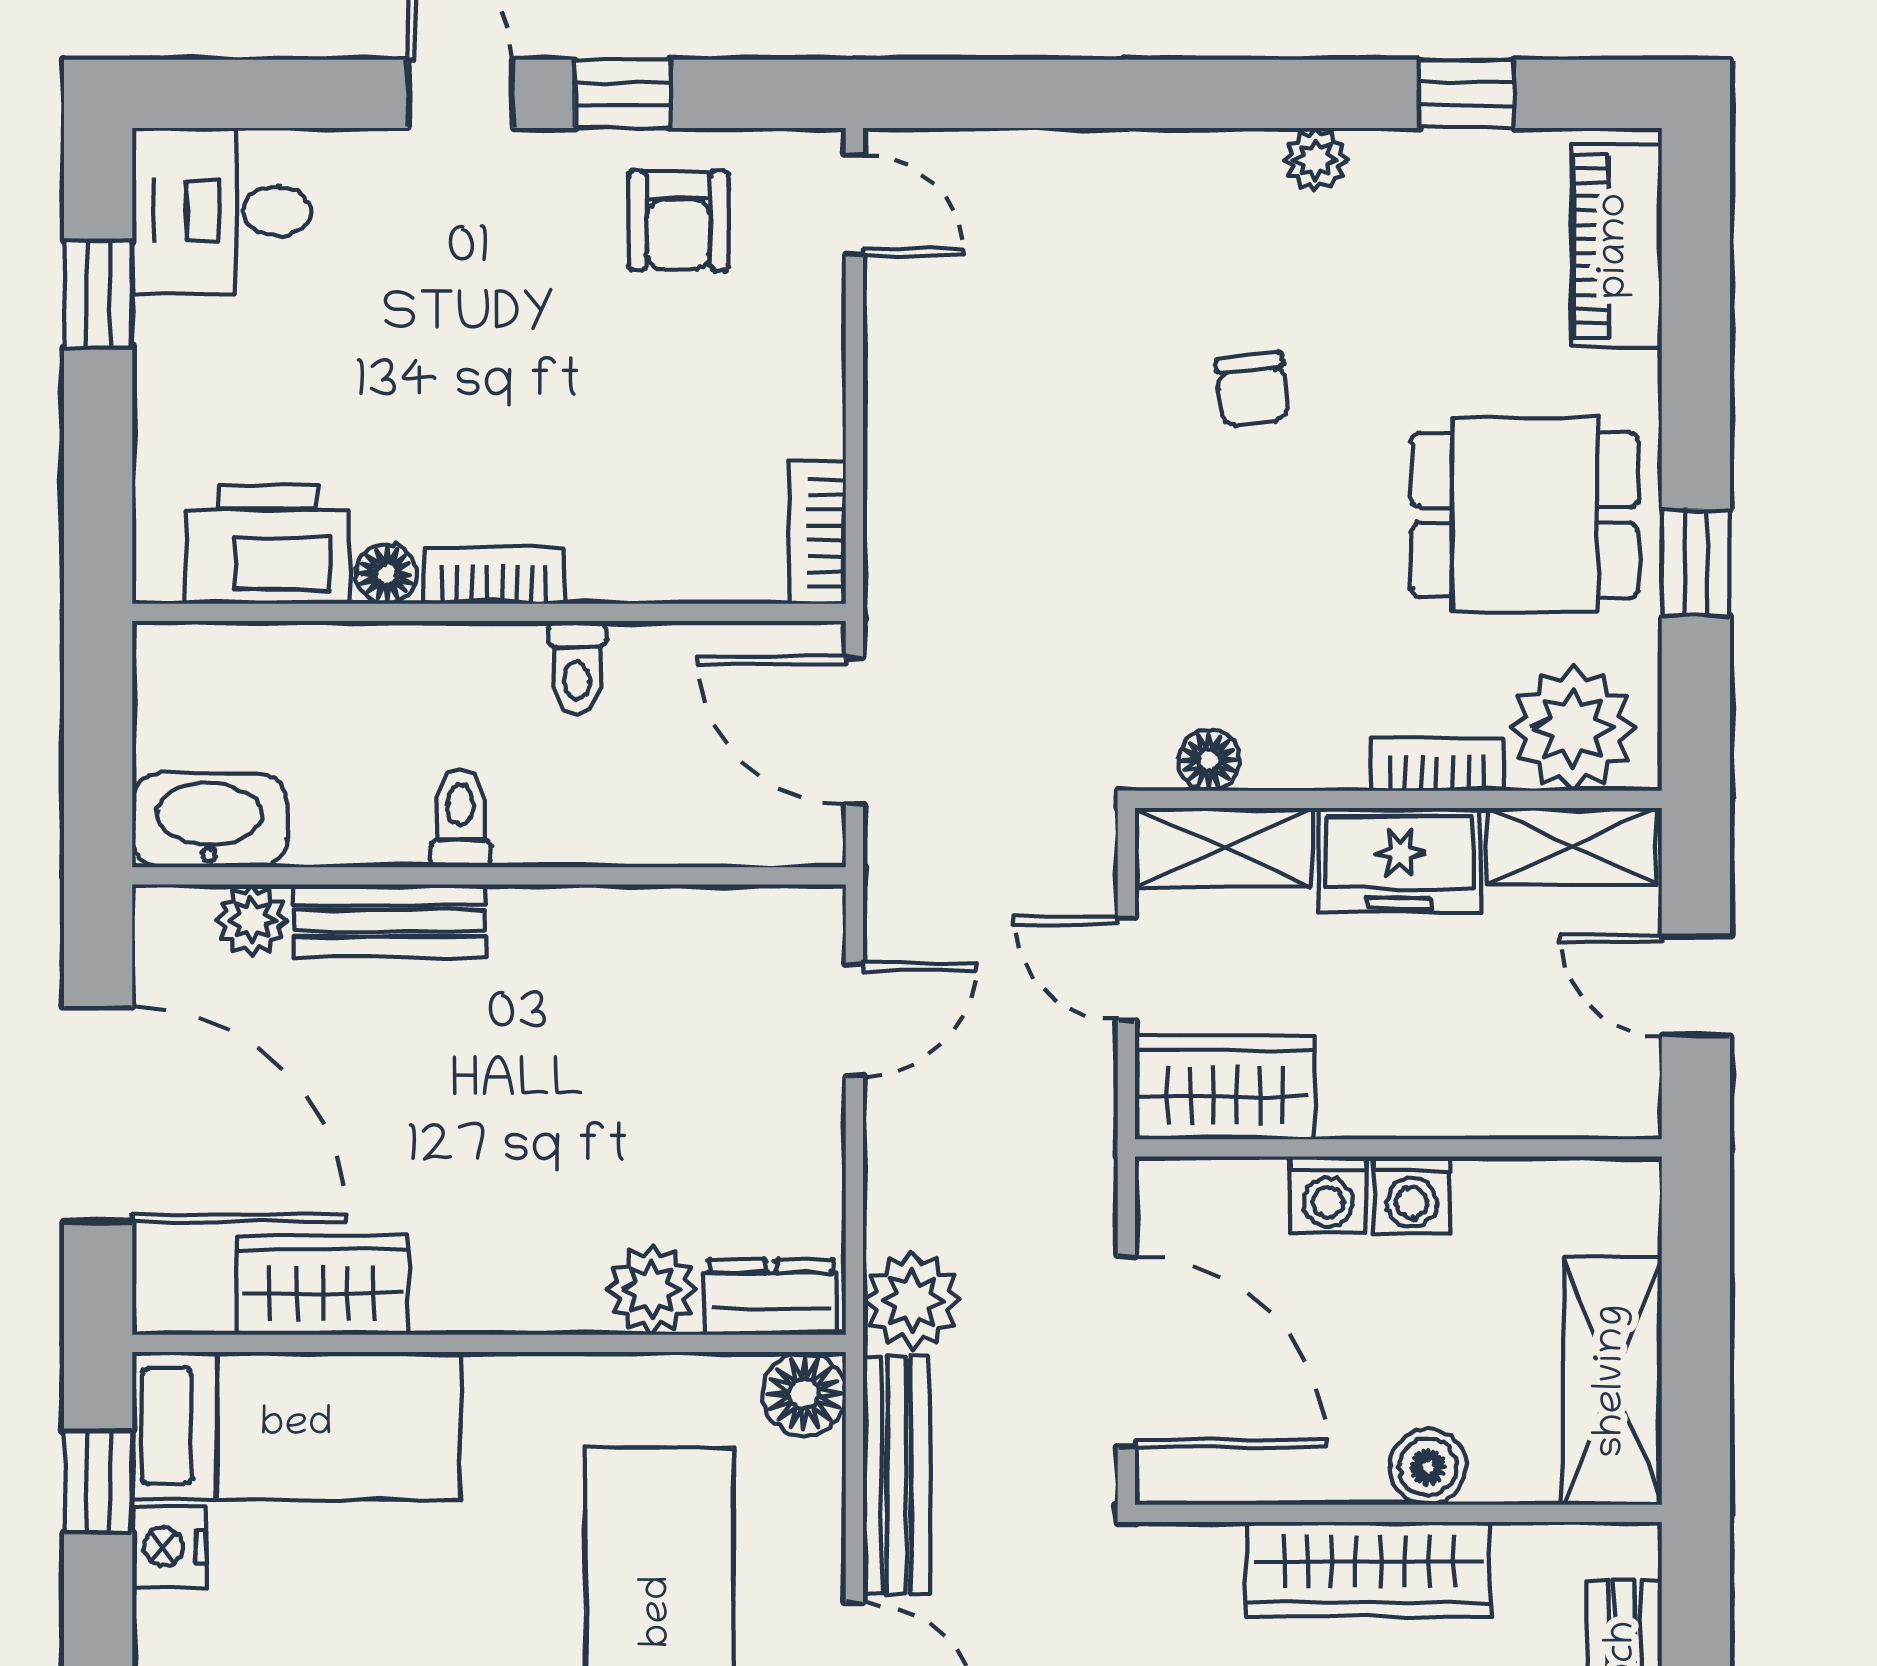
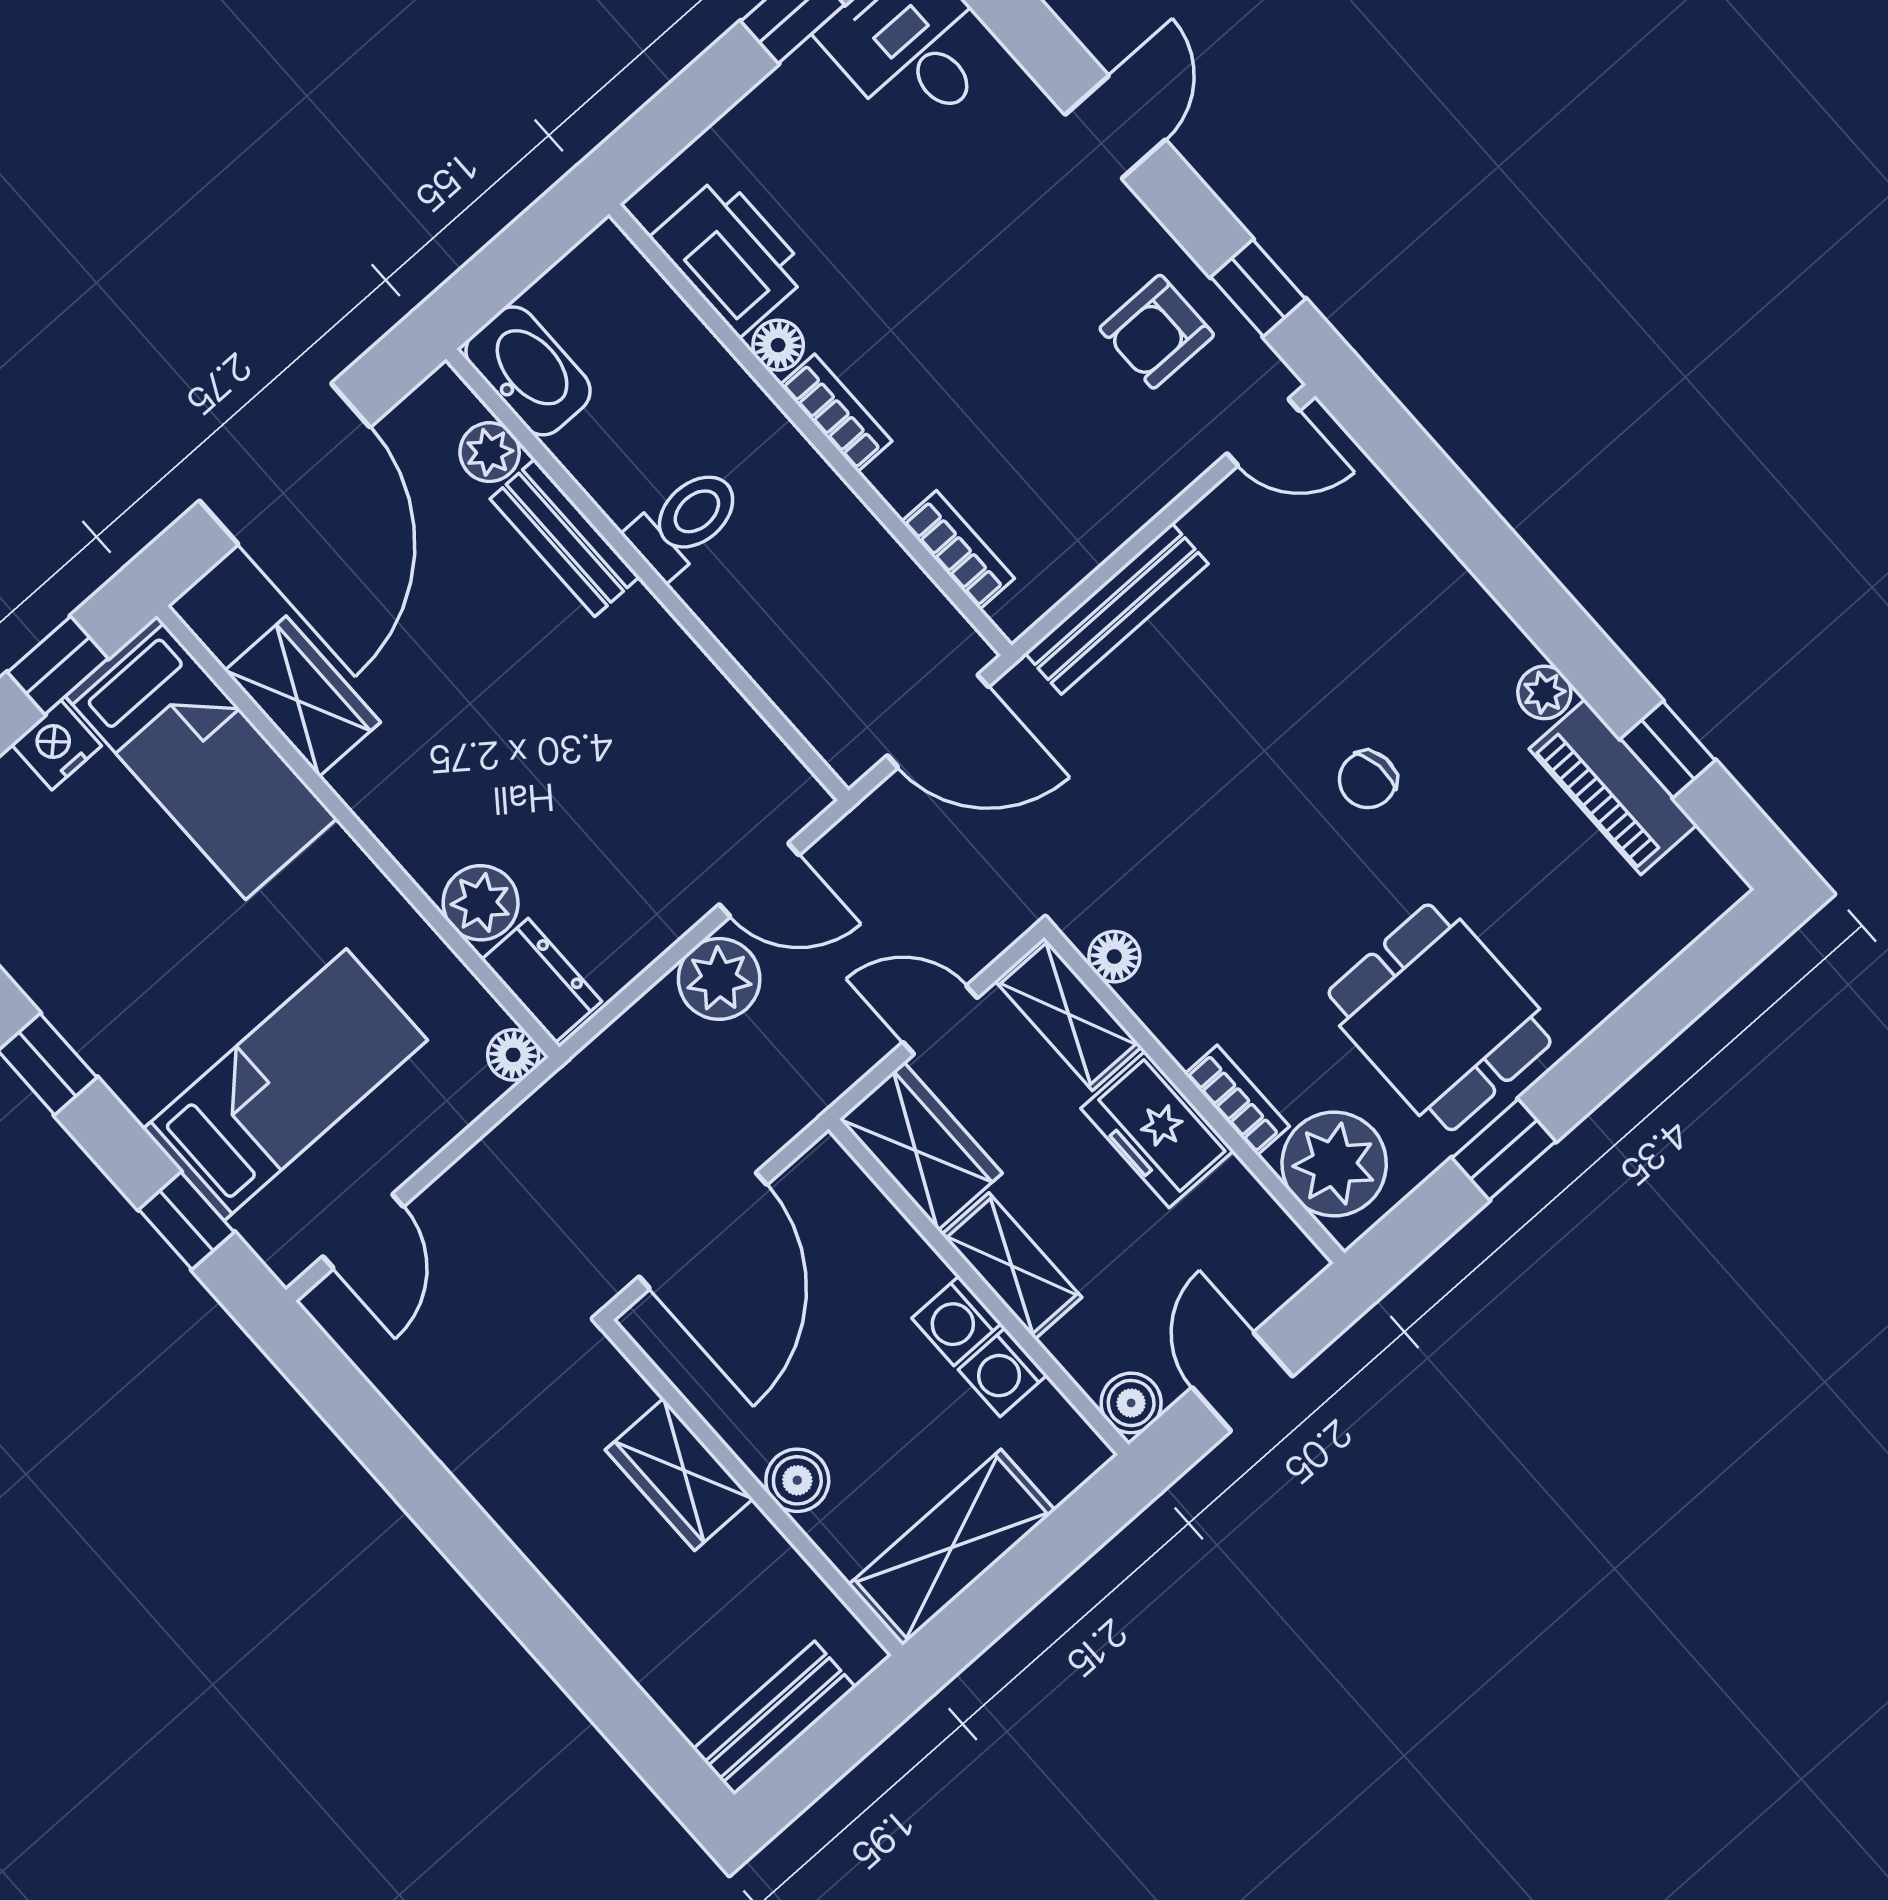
window: (622, 94) -> (1258, 288), moved
door: (854, 205) -> (1263, 432), hinge flipped
piano: (1616, 246) -> (1613, 787), moved, turned -90
bookcase: (818, 533) -> (958, 550), moved, turned 90
toilet: (577, 668) -> (824, 515), removed
door: (854, 731) -> (938, 721), swing flipped
toilet: (460, 818) -> (685, 522), width x1.37, depth x1.39
shelving: (1572, 846) -> (1012, 1266), moved
door: (1126, 969) -> (940, 1020), hinge flipped
boiler: (1626, 1103) -> (1131, 1403), added
washing machine: (1328, 1195) -> (1003, 1372), moved
plant: (912, 1301) -> (719, 979), moved
floor lamp: (804, 1394) -> (513, 1055), width x0.73, depth x0.73
bench: (896, 1475) -> (1117, 609), moved
wardrobe: (1368, 1569) -> (679, 1474), width x0.67

